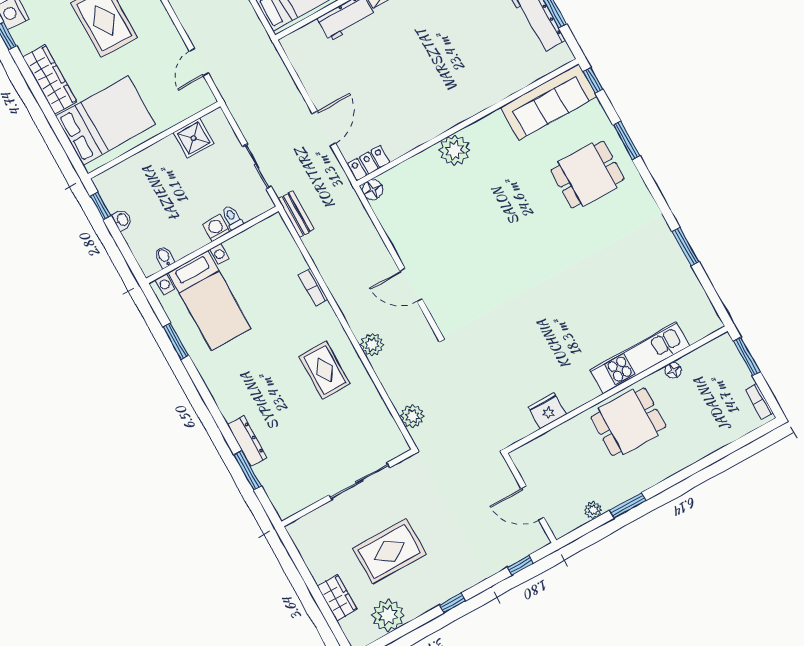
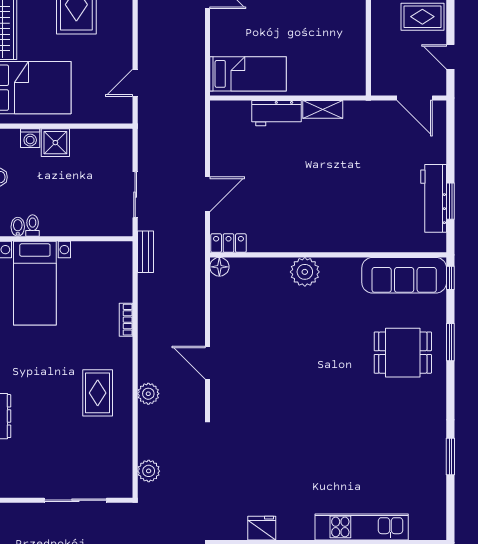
shower: (193, 138) -> (55, 143), moved
toilet: (232, 218) -> (33, 226), moved
washing machine: (216, 228) -> (30, 138), moved, turned 180

